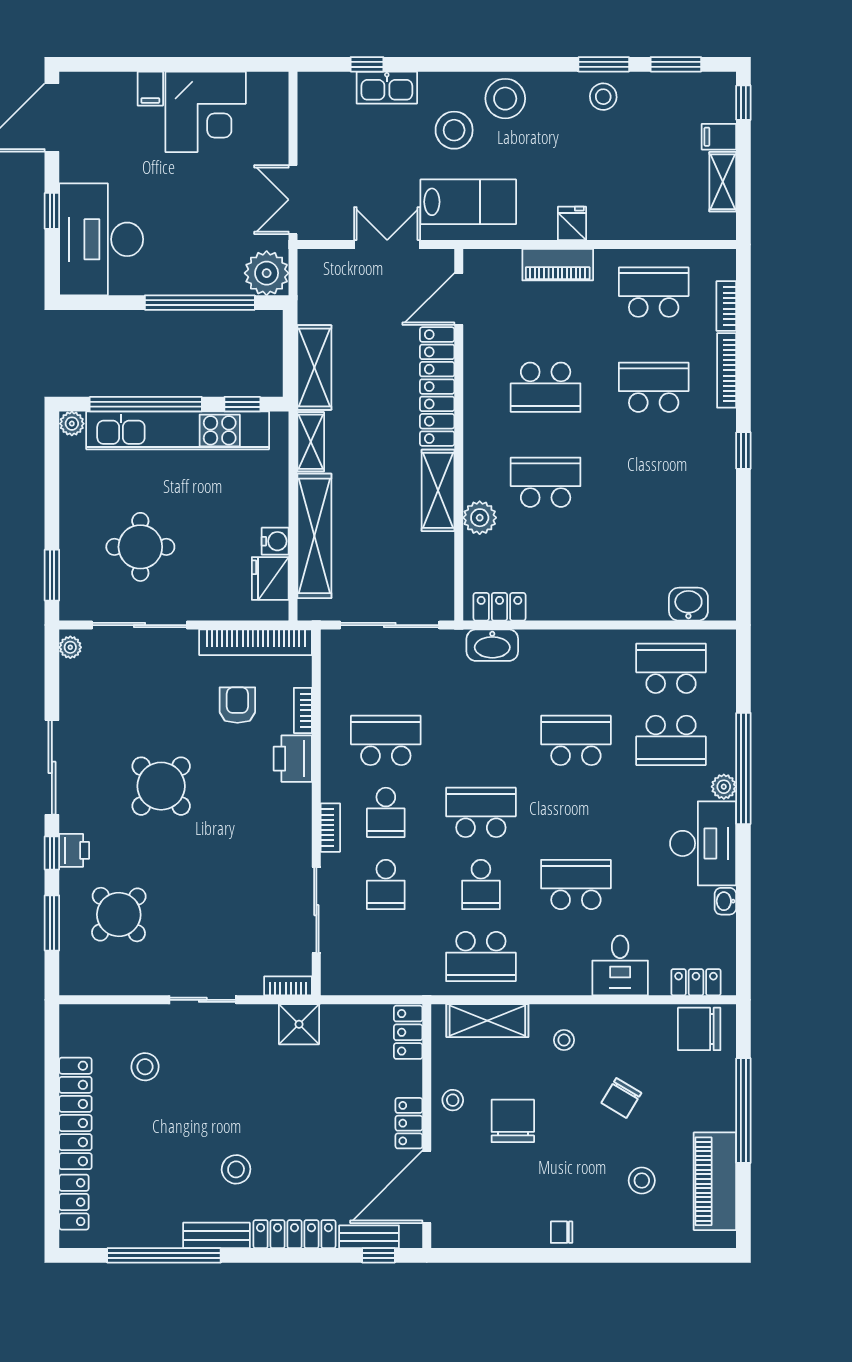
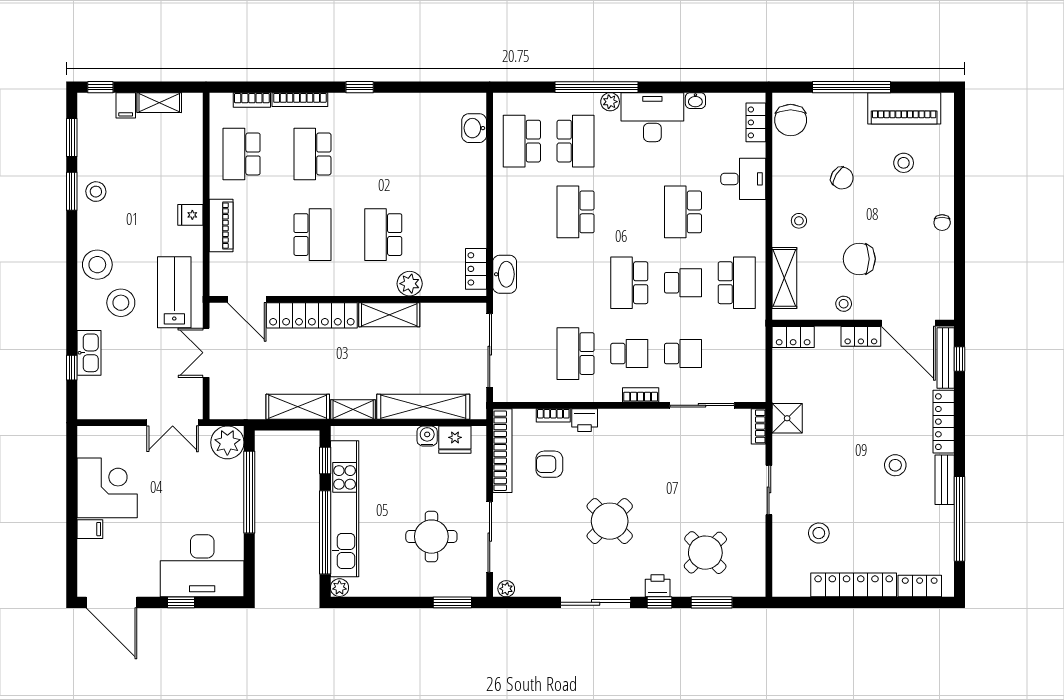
printer: (293, 759) -> (585, 420), width x0.73, depth x0.81
bench: (369, 1237) -> (946, 358), width x1.36

